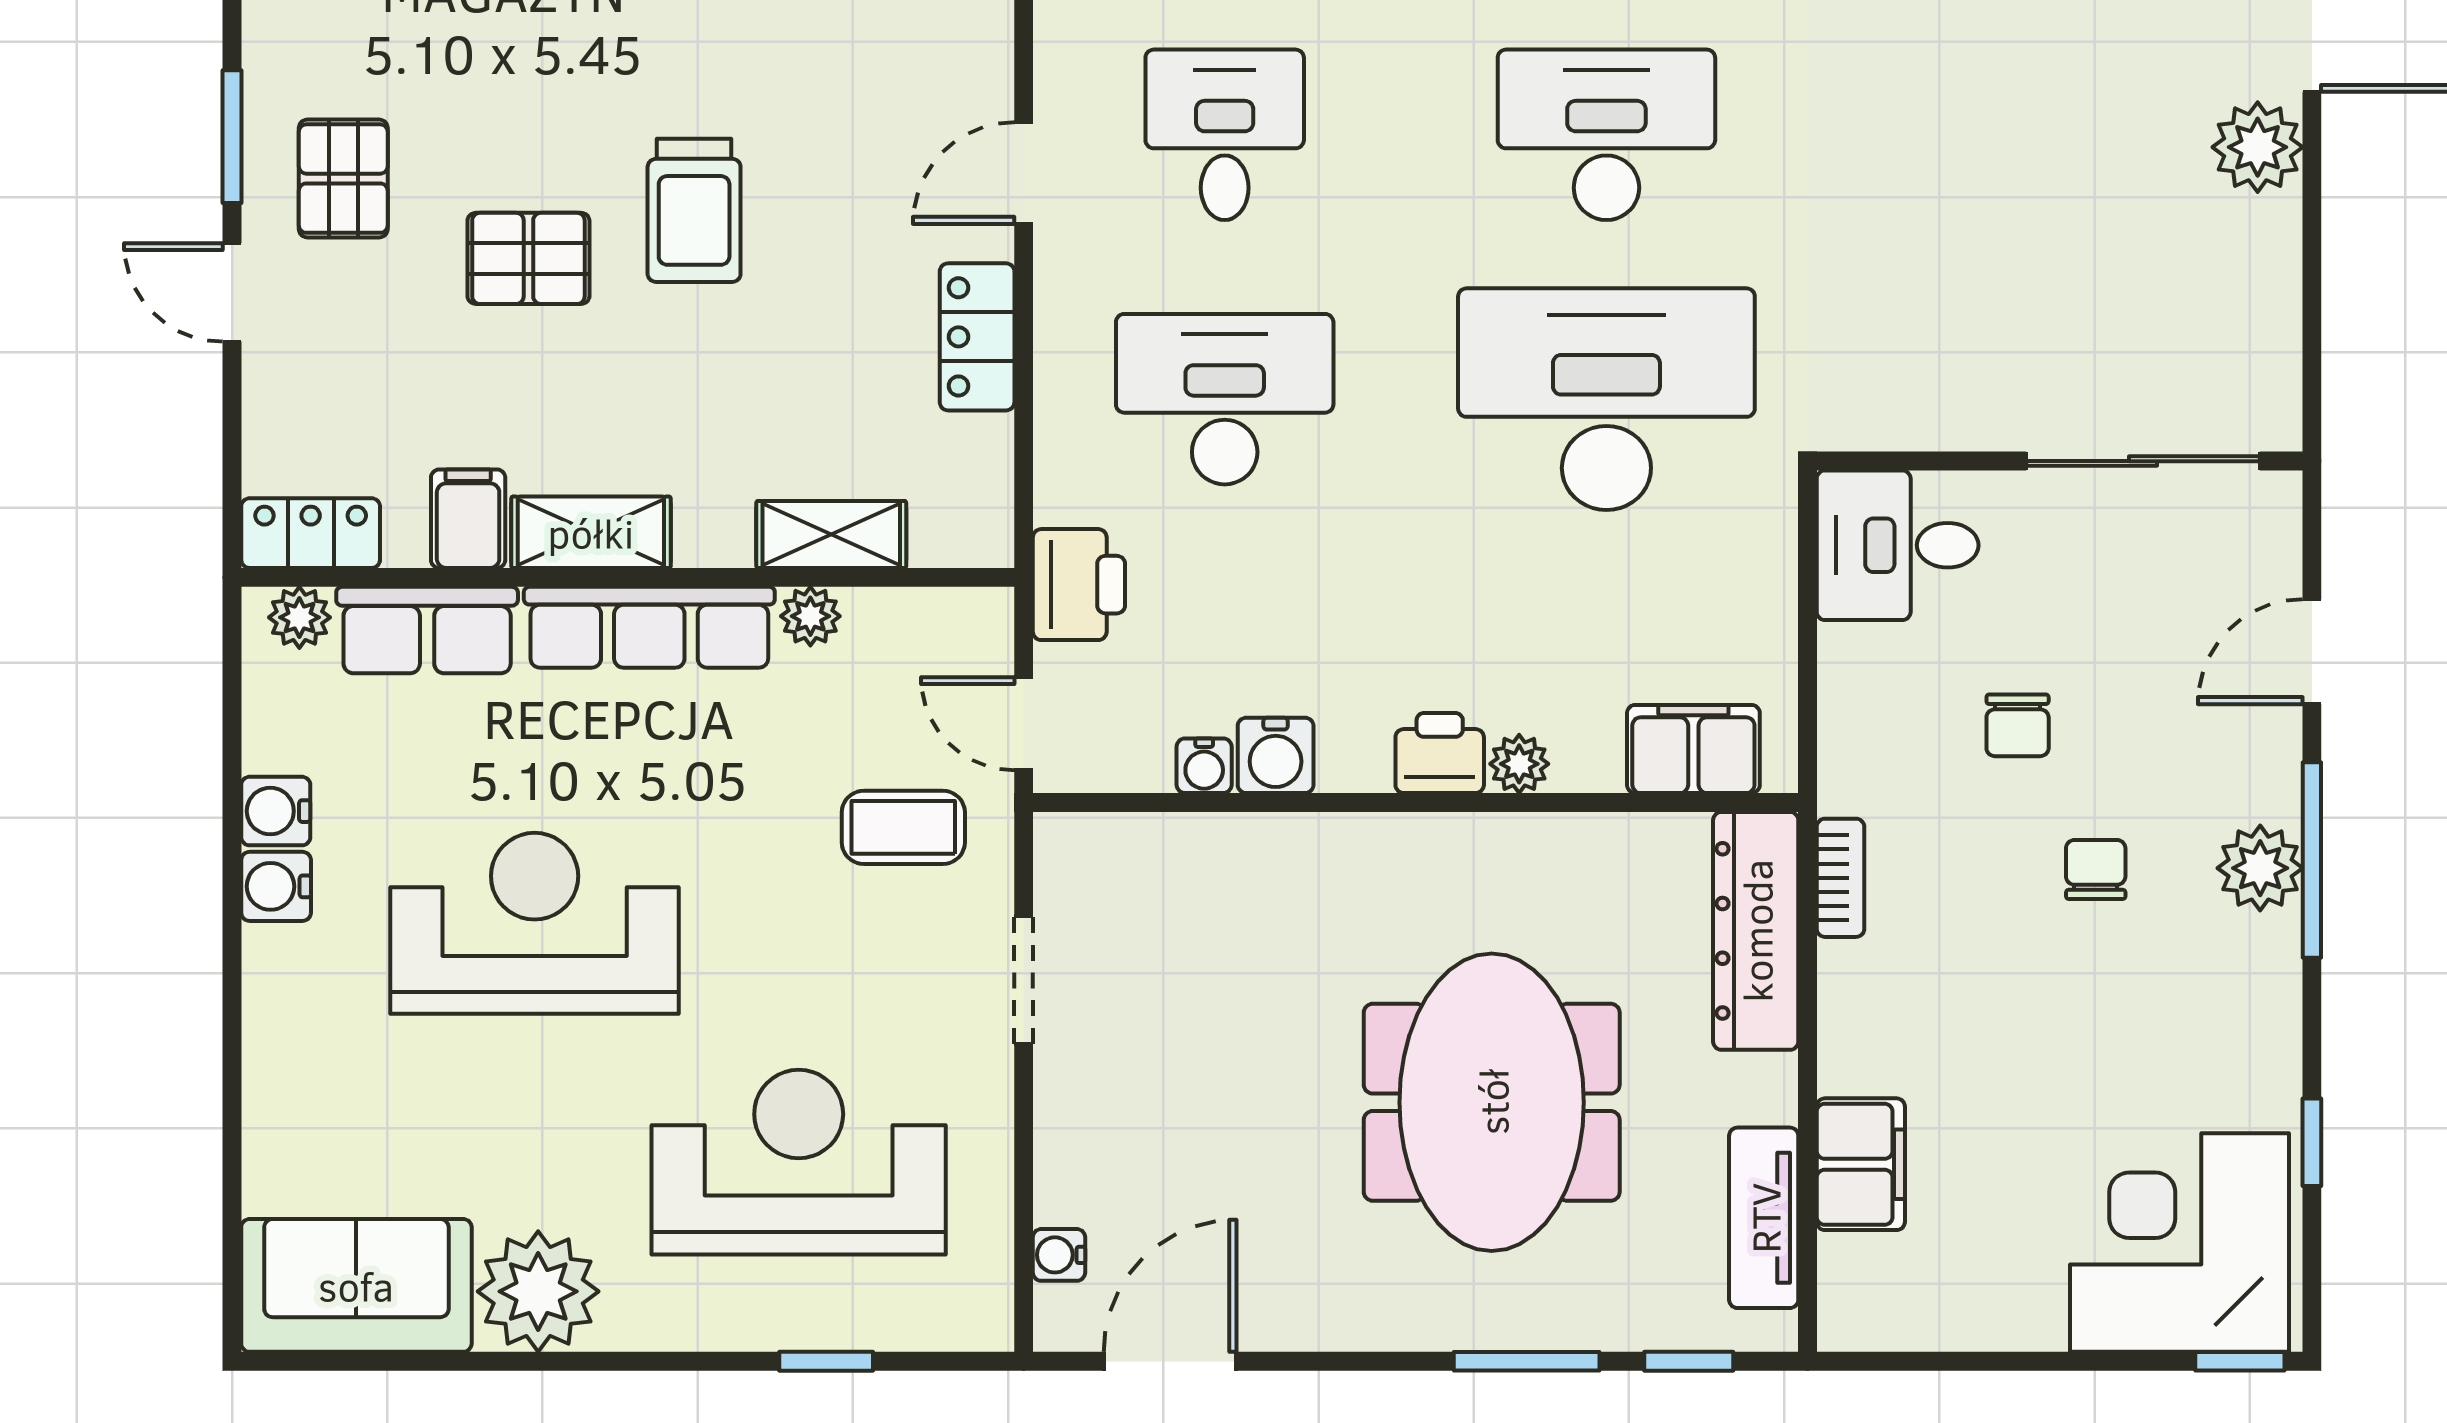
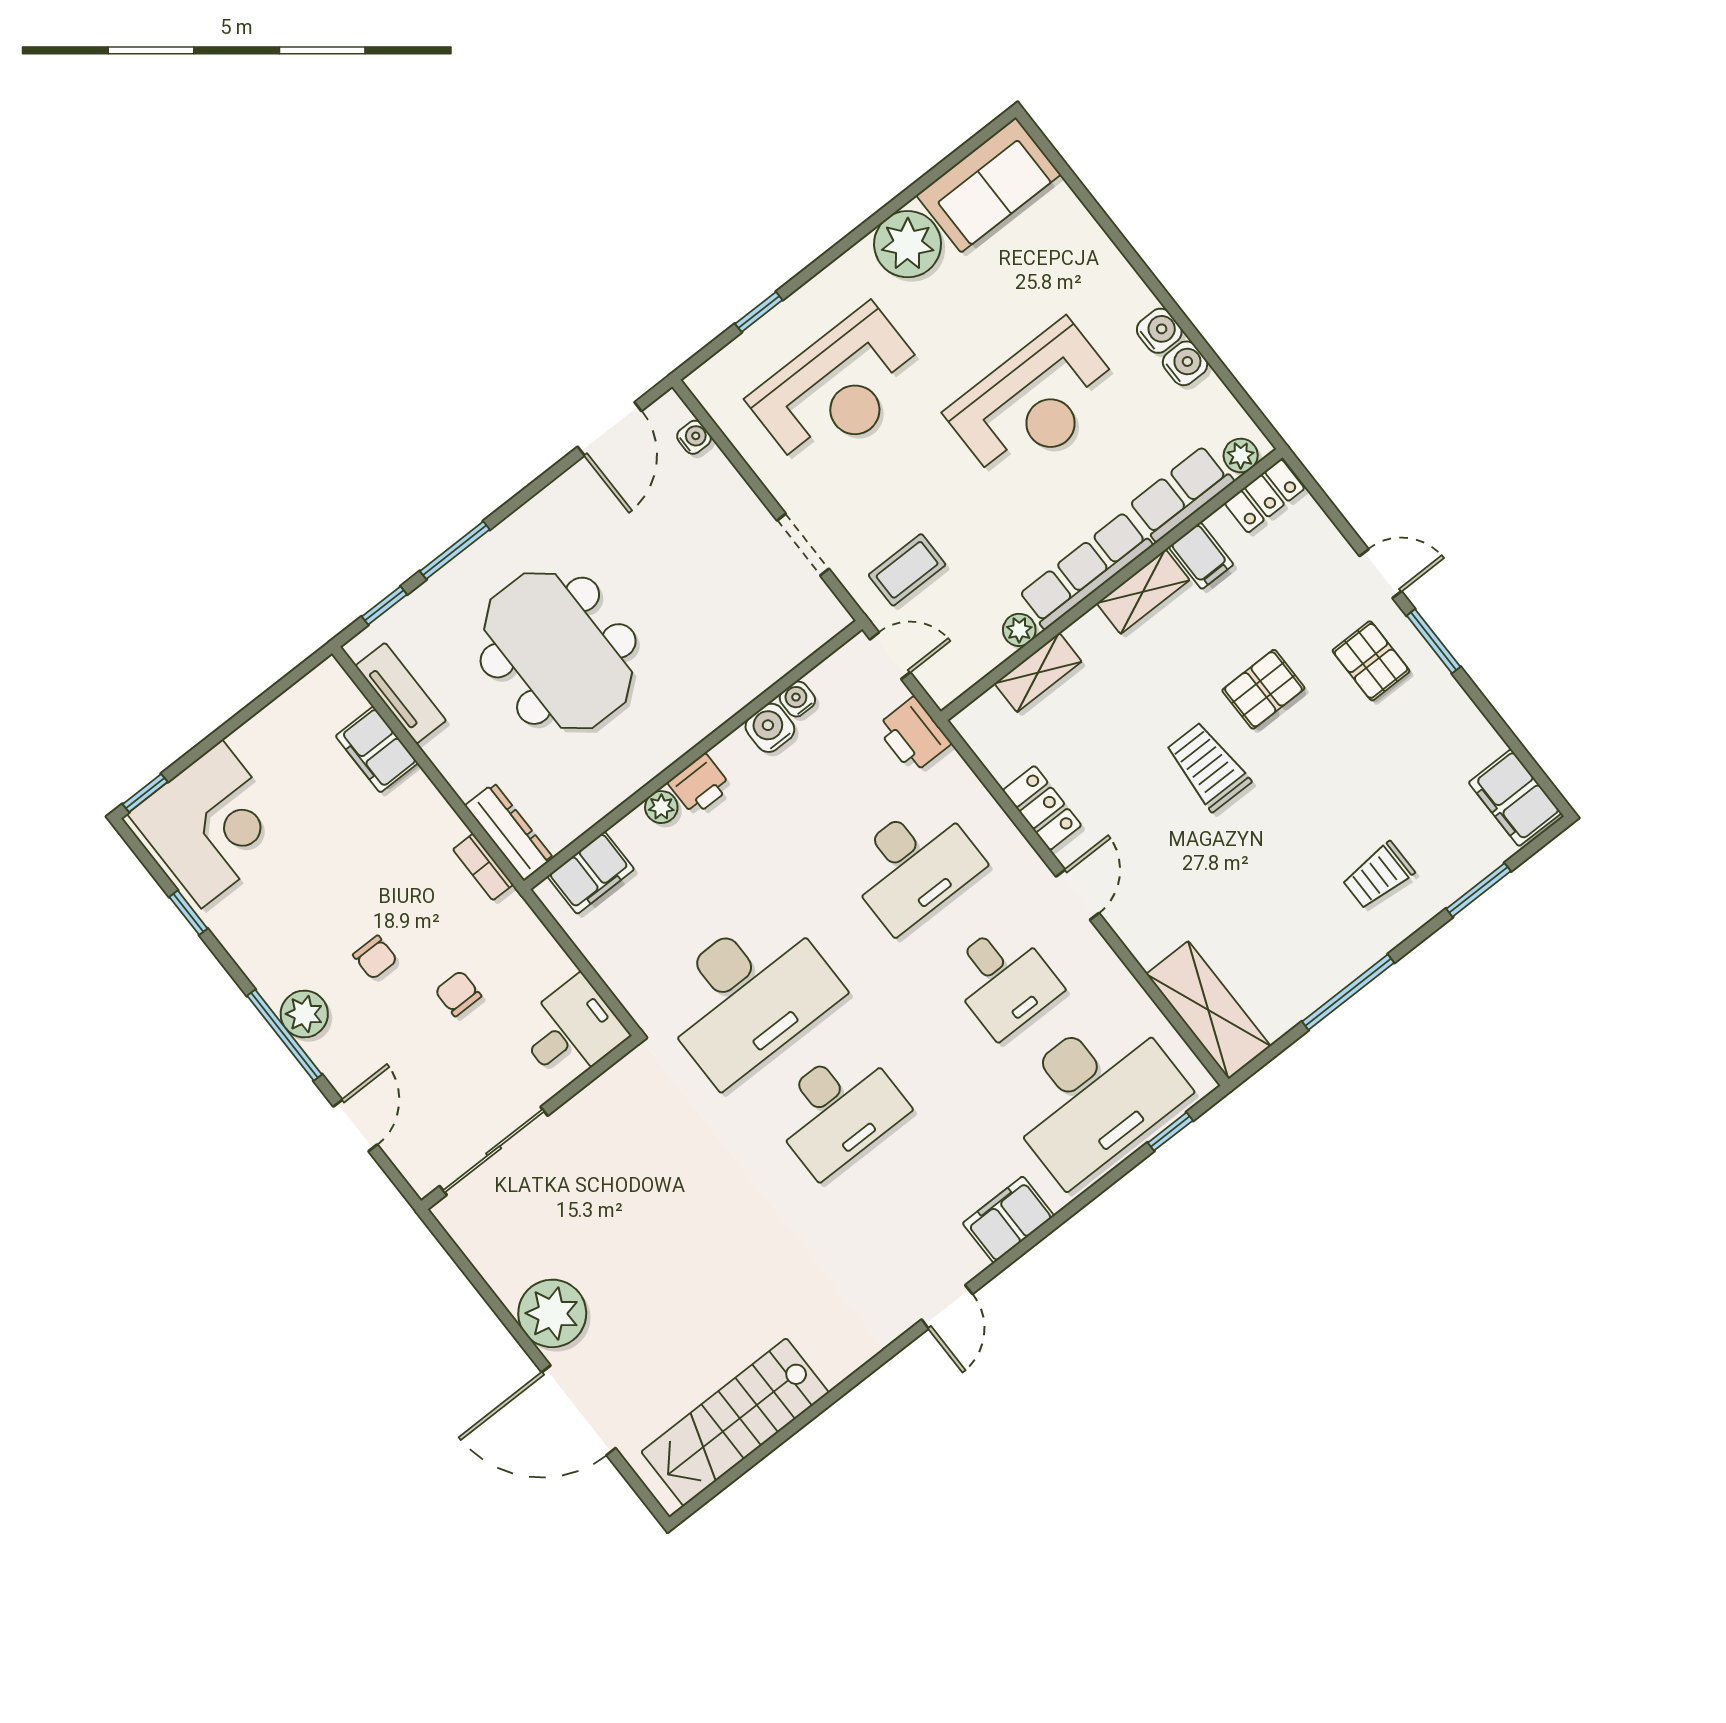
plant: (2258, 147) -> (552, 1313), width x1.36, depth x1.36
dresser: (1756, 931) -> (509, 832), width x0.73, depth x0.80

